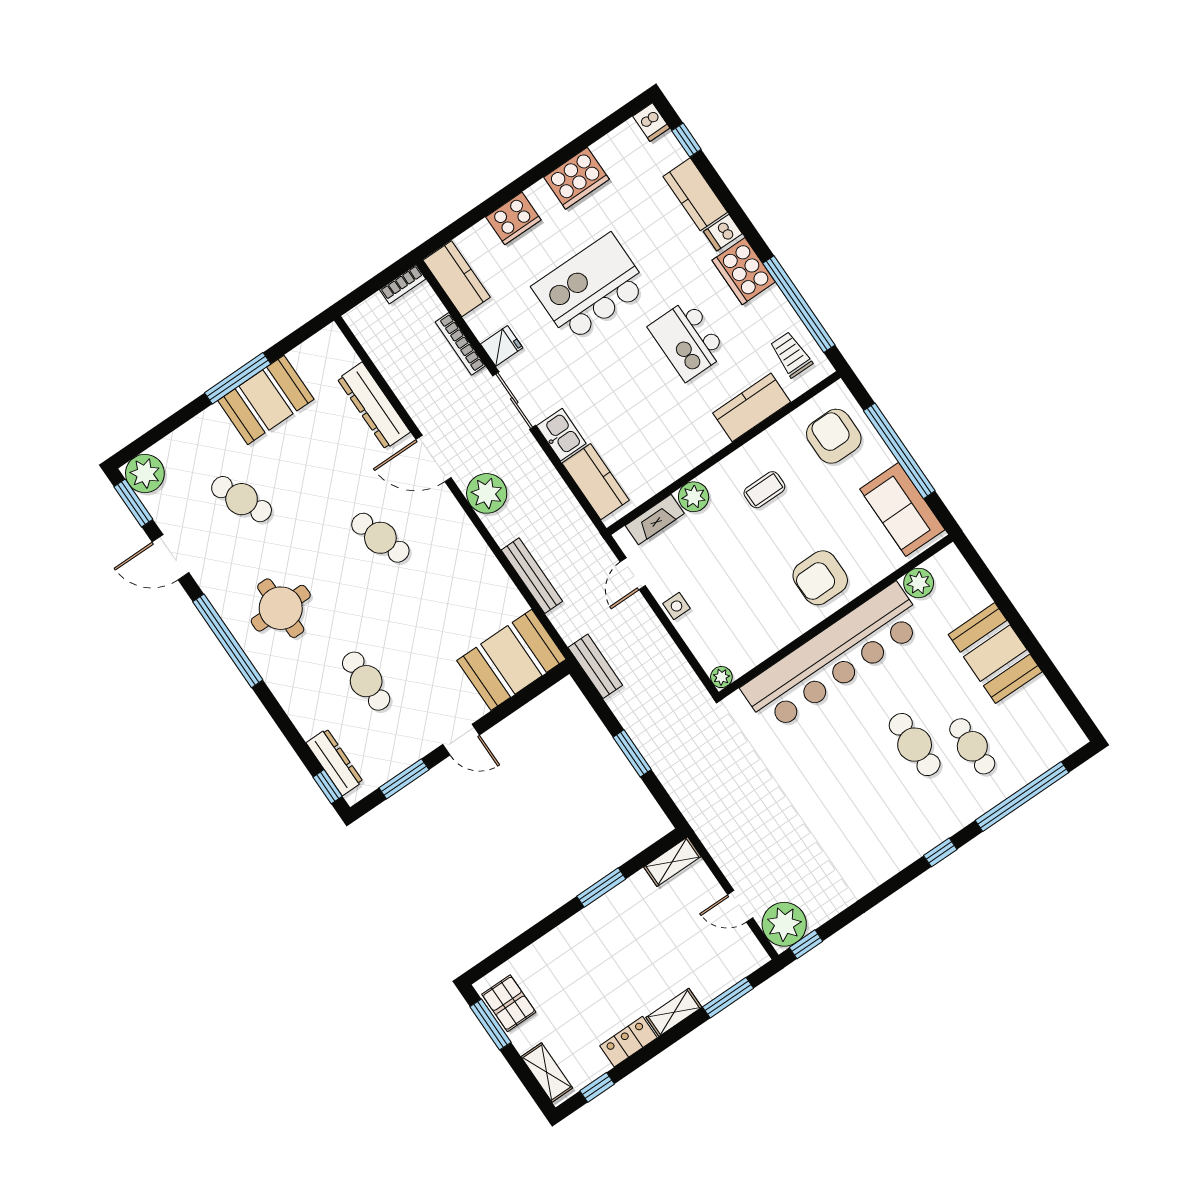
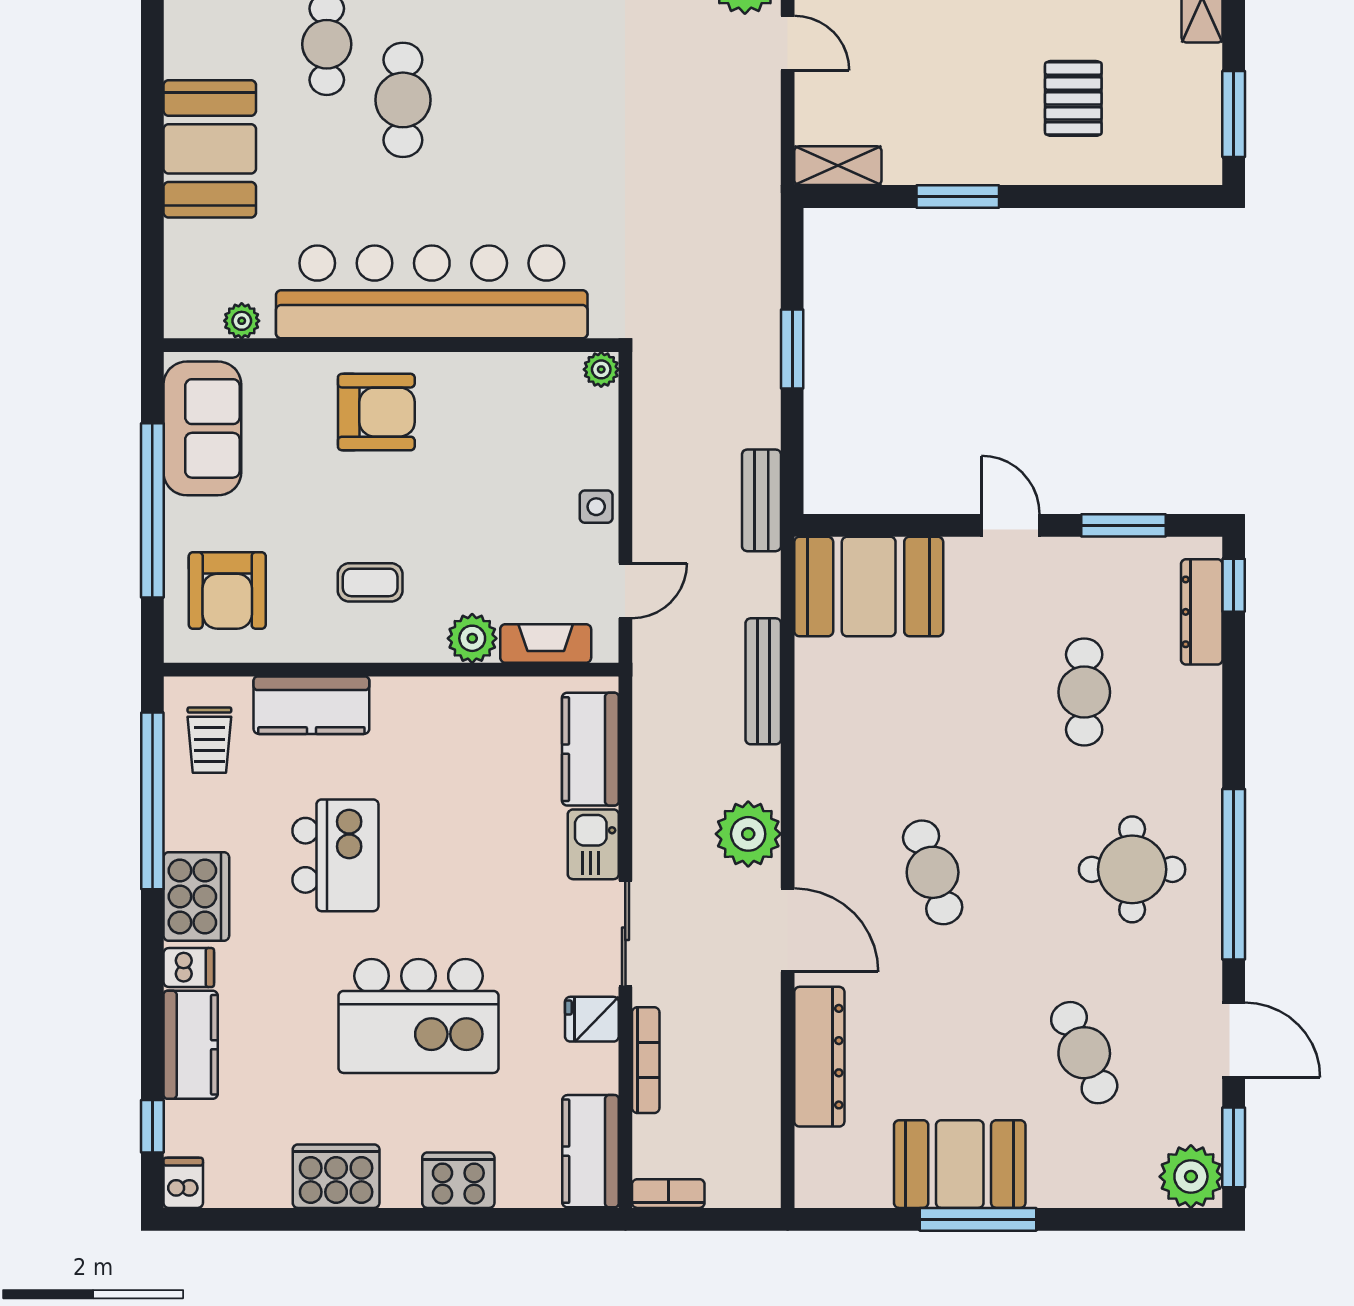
plant: (919, 583) -> (242, 321), width x0.73, depth x0.73
pallet: (509, 1003) -> (1073, 98), moved

